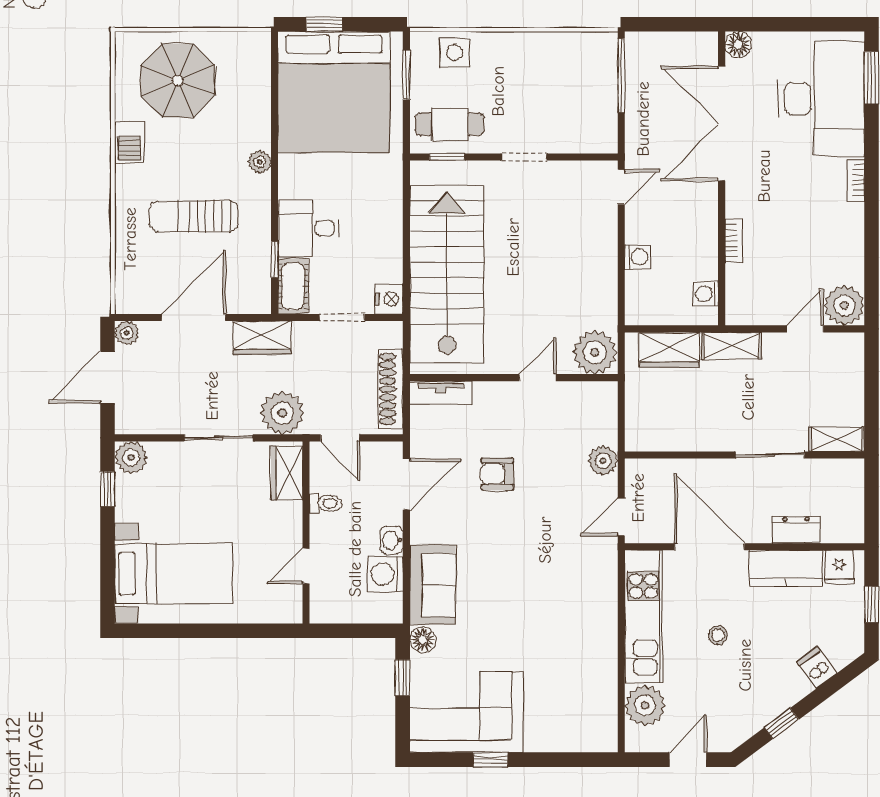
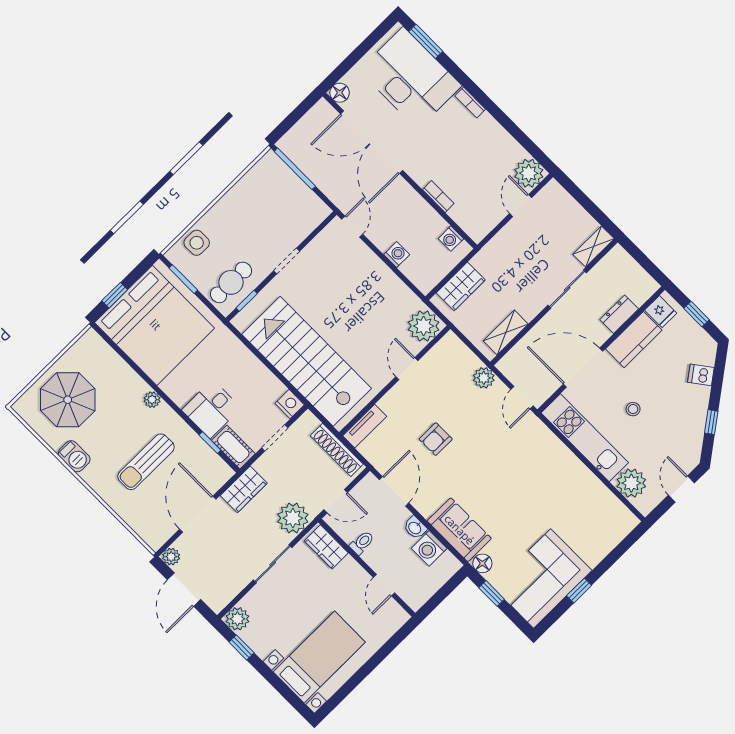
shelving: (732, 346) -> (506, 332), moved

